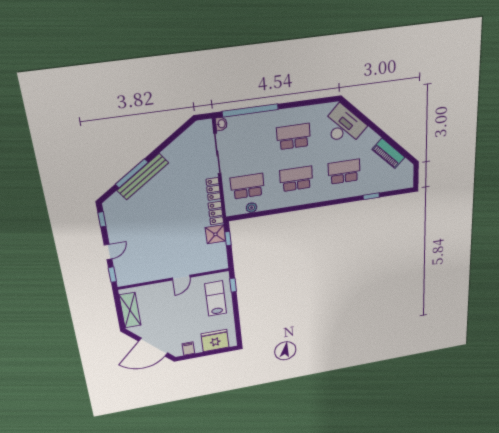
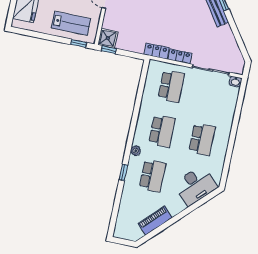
window: (250, 110) -> (238, 109), removed
window: (371, 196) -> (123, 172), moved
plant: (252, 208) -> (136, 151), moved
shower: (215, 234) -> (108, 38), moved
window: (228, 239) -> (109, 50), moved

